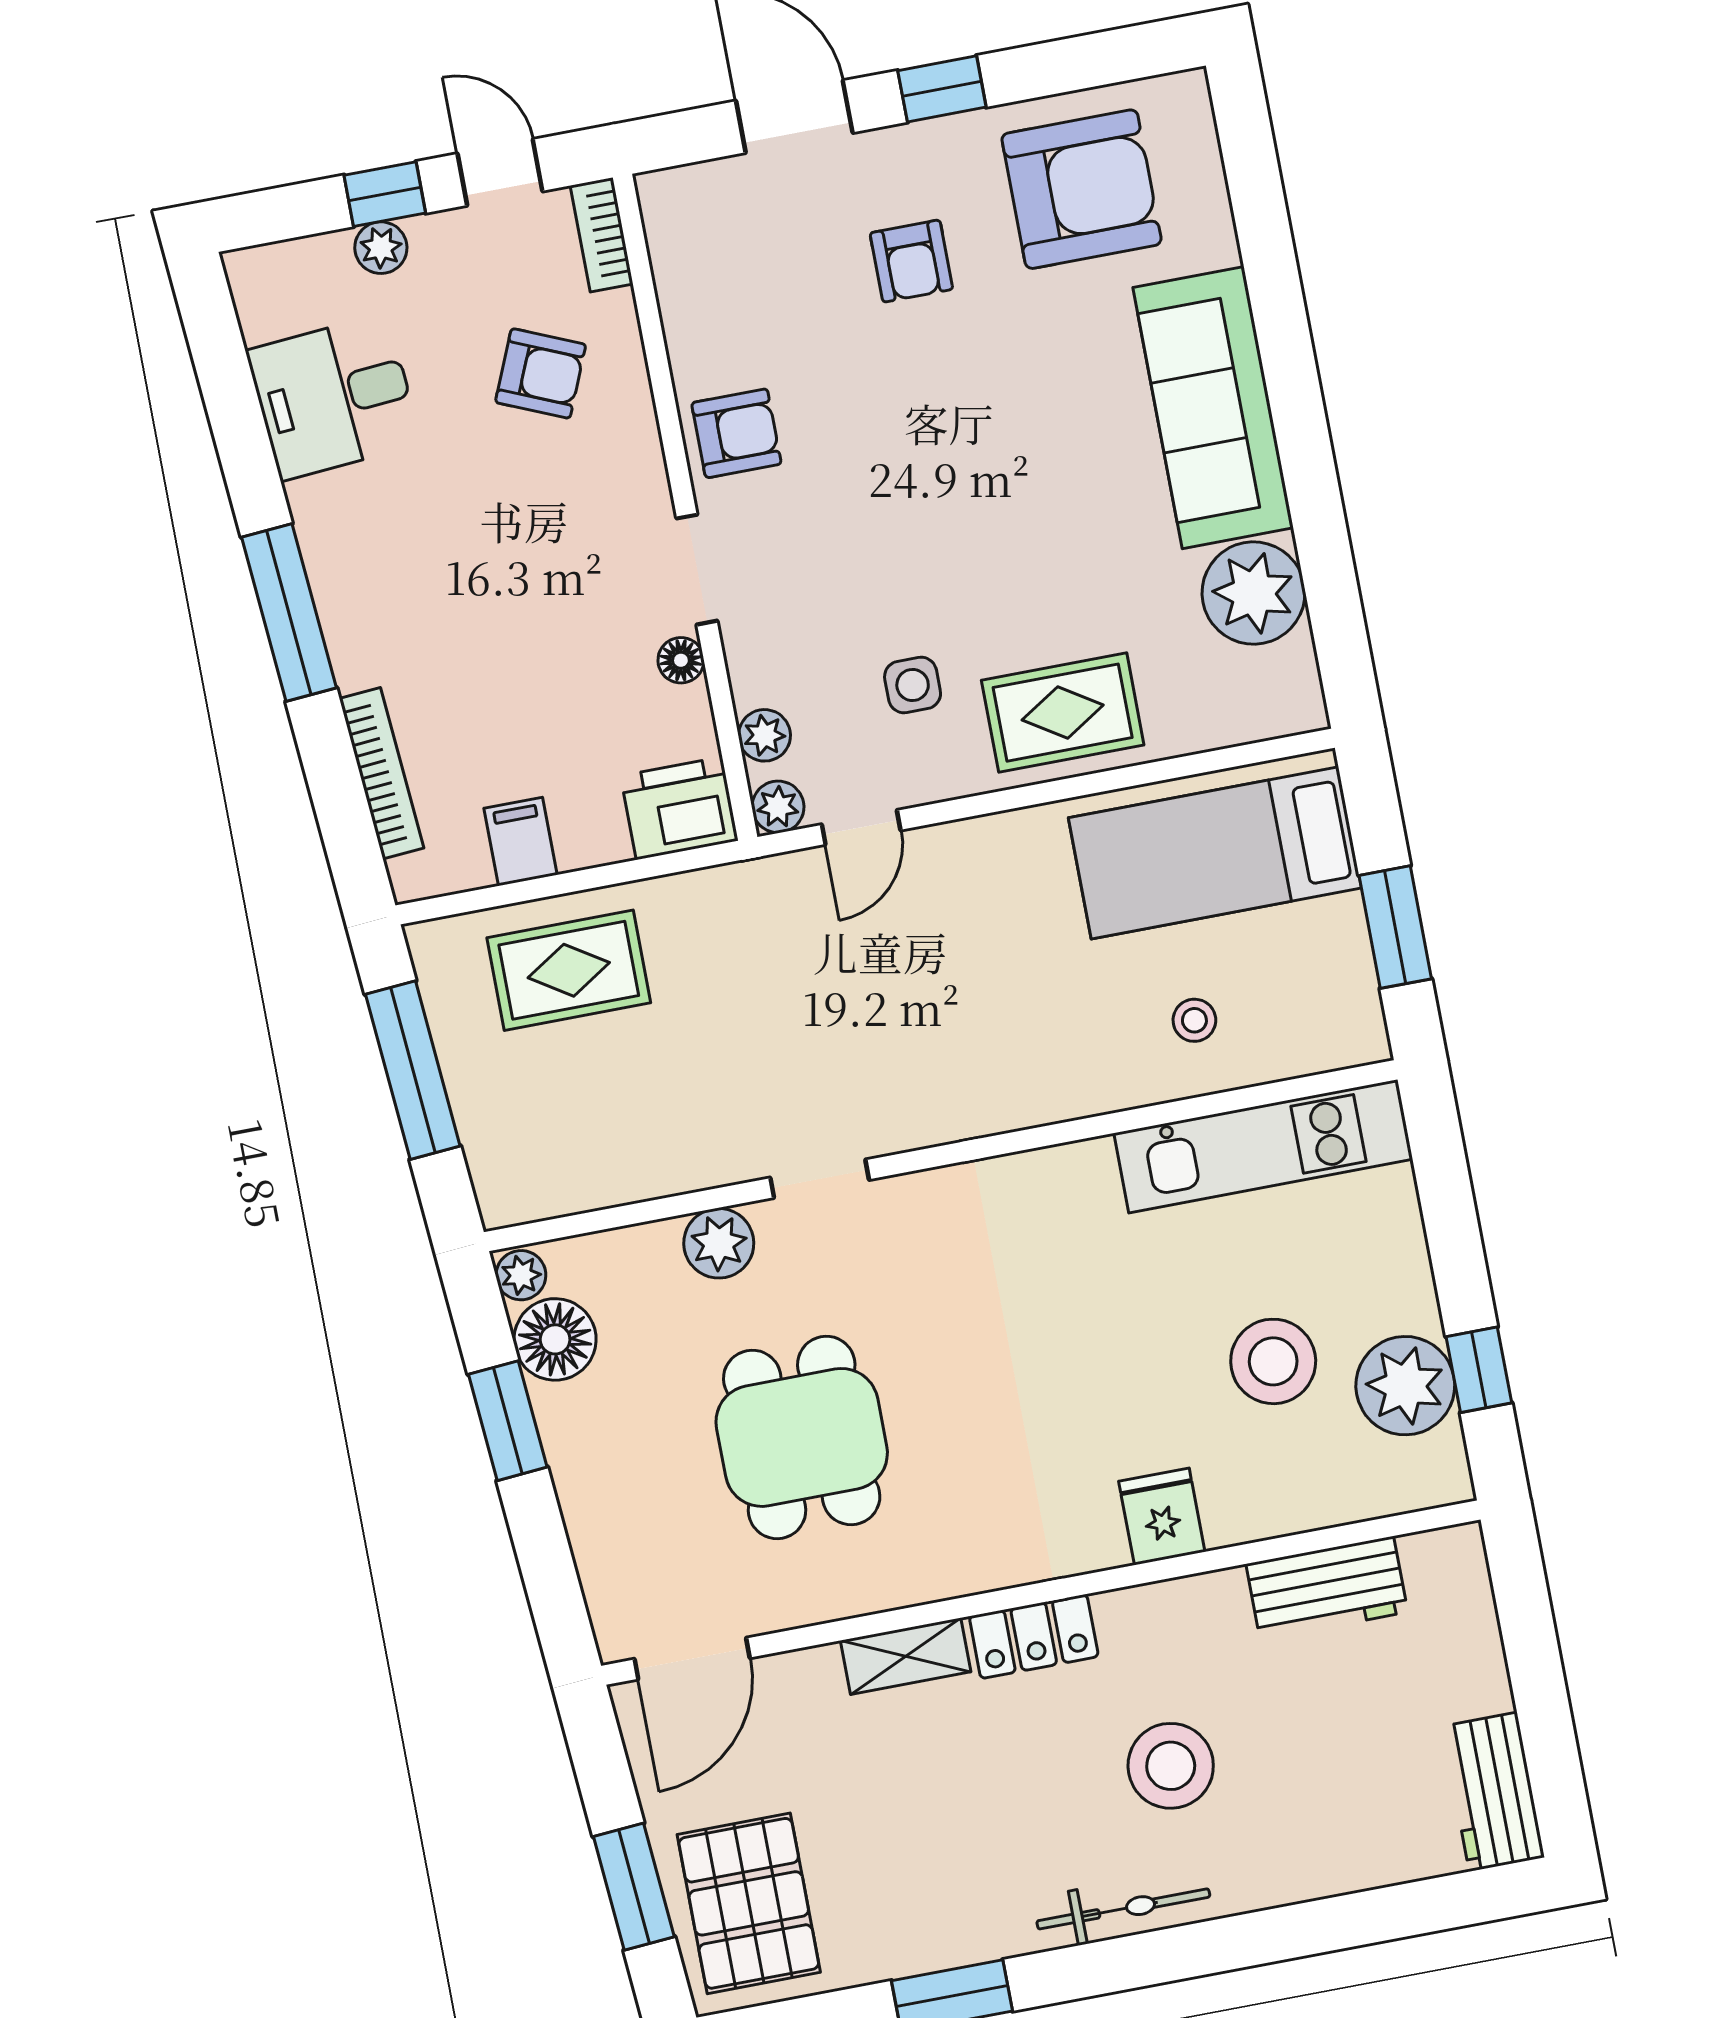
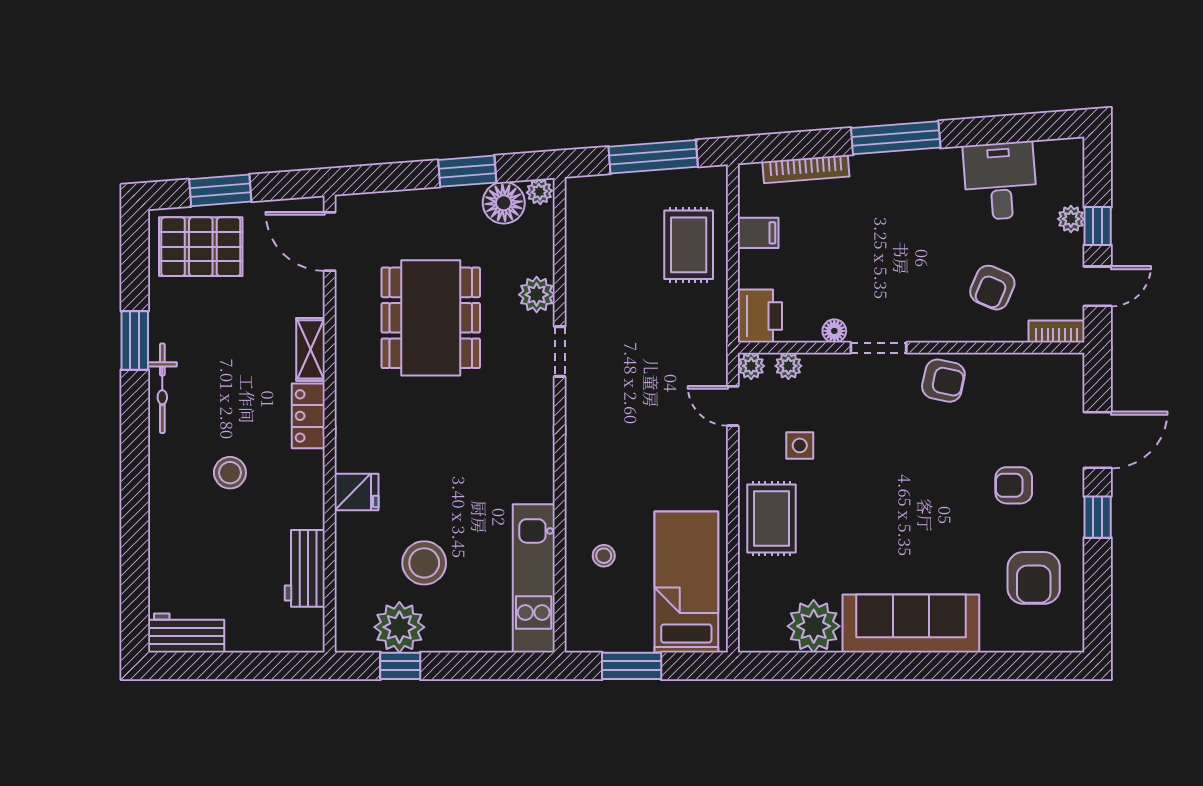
armchair: (1082, 189) -> (1034, 578), width x0.73, depth x0.73
armchair: (736, 433) -> (943, 381), turned -78
dining table: (802, 1437) -> (431, 318), width x1.38
stool: (1171, 1766) -> (230, 473), width x0.73, depth x0.73
bicycle: (1123, 1909) -> (162, 388), moved

